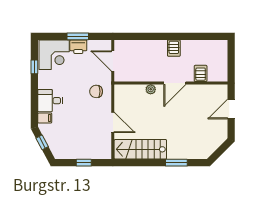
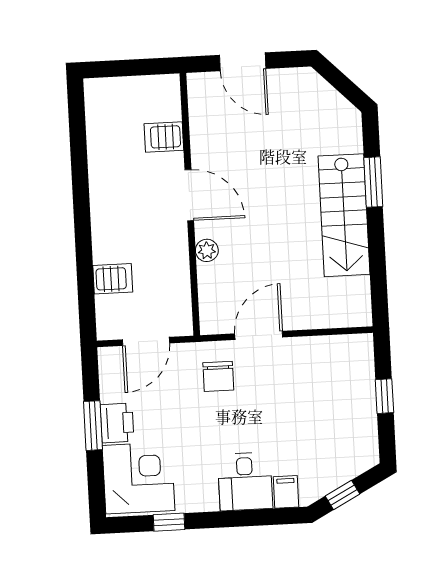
server rack: (174, 48) -> (113, 279), moved
door: (113, 122) -> (259, 335), moved
stairs: (140, 149) -> (344, 215), moved

